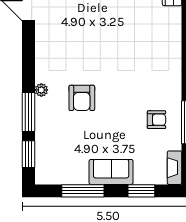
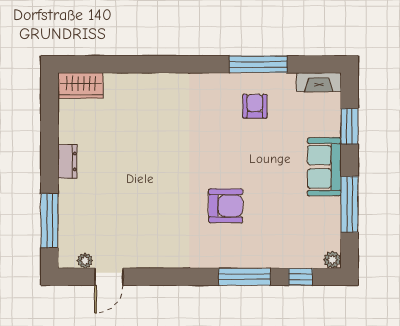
plant: (41, 90) -> (332, 260), moved
window: (28, 154) -> (301, 277), width x0.67

